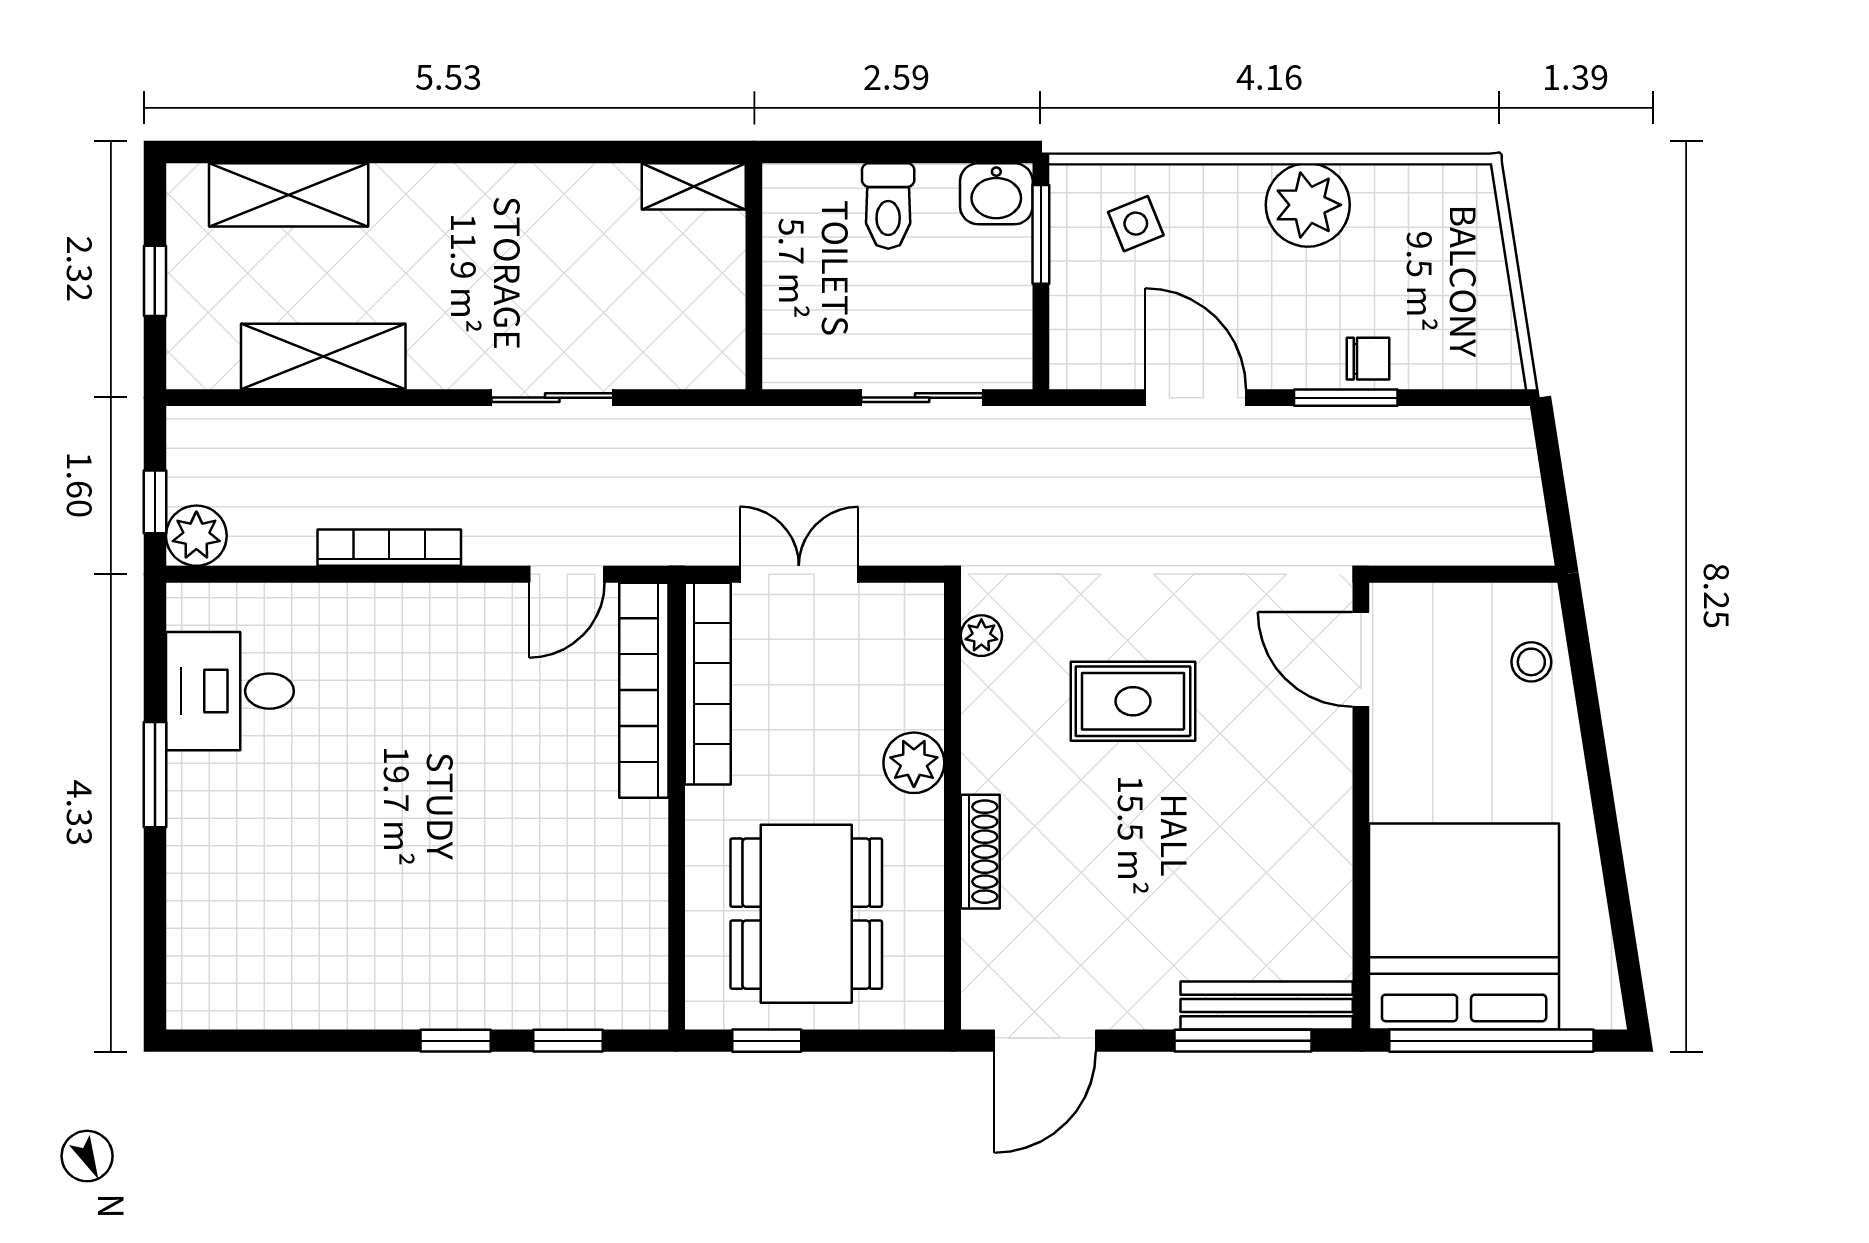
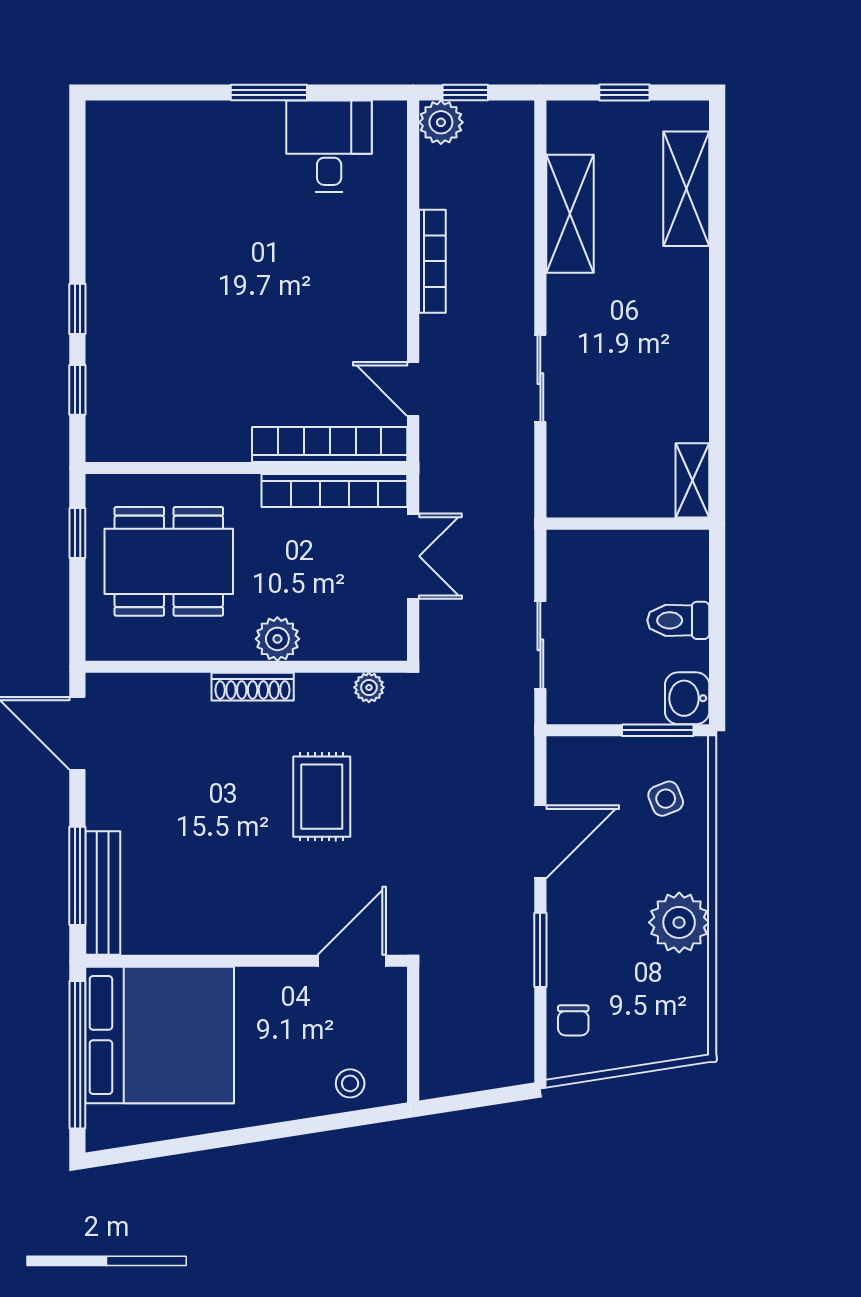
chair: (1368, 359) -> (573, 1020), moved
shoe rack: (980, 852) -> (253, 687), moved

